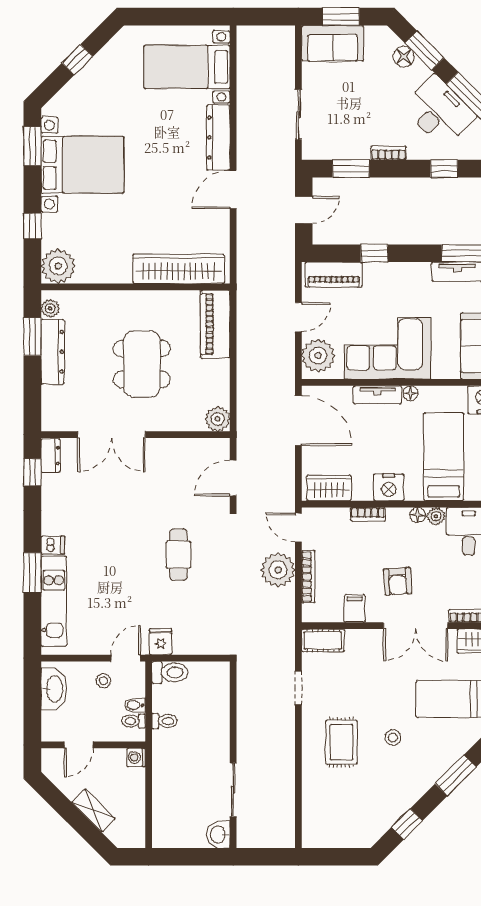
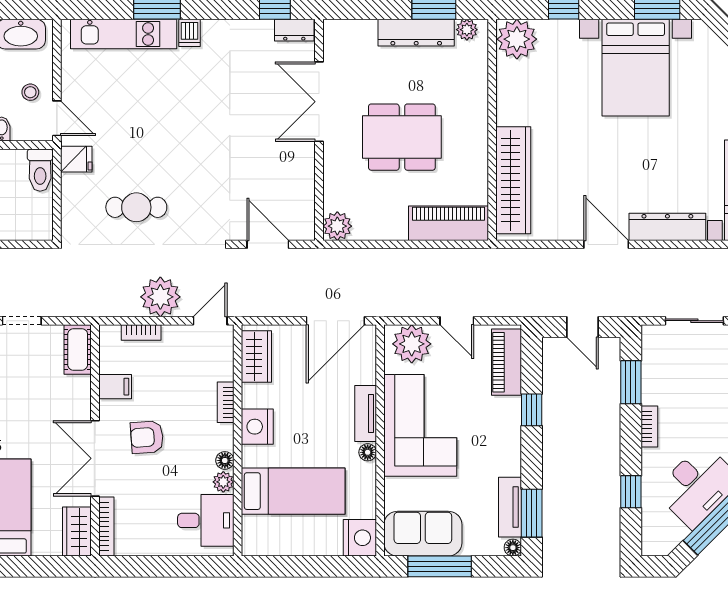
cafe table: (178, 555) -> (136, 207), moved
bookcase: (308, 577) -> (141, 332), width x0.64

